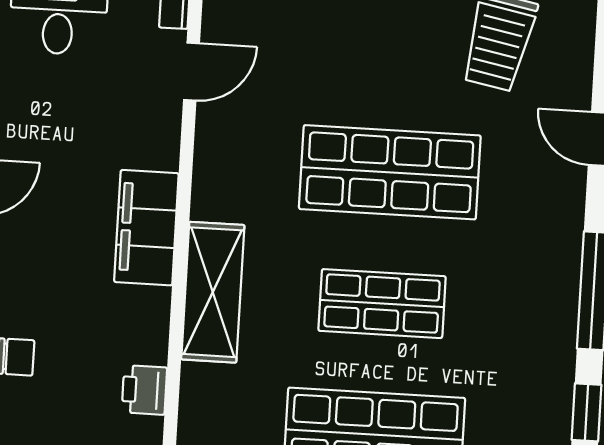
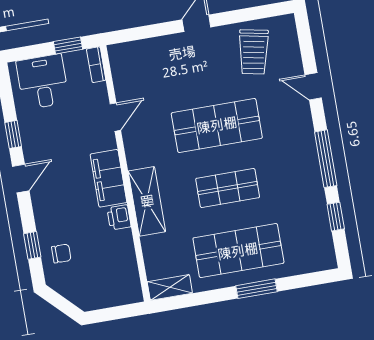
door: (192, 72) -> (115, 117), moved
printer: (144, 390) -> (119, 217), moved

